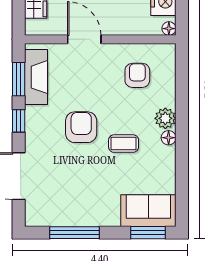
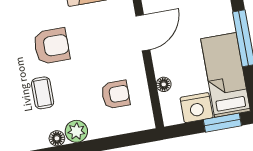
floor lamp: (169, 29) -> (164, 84), moved

